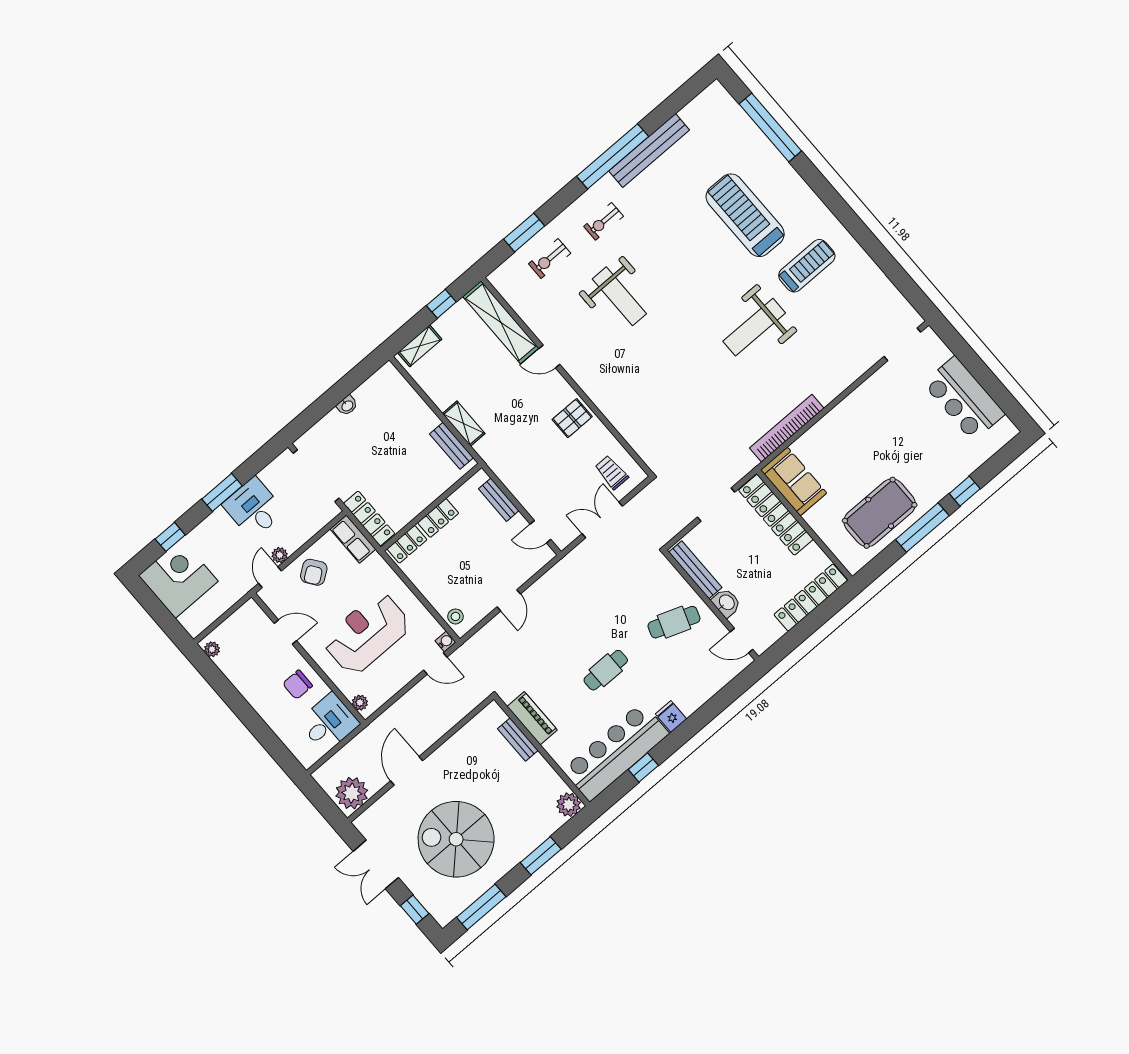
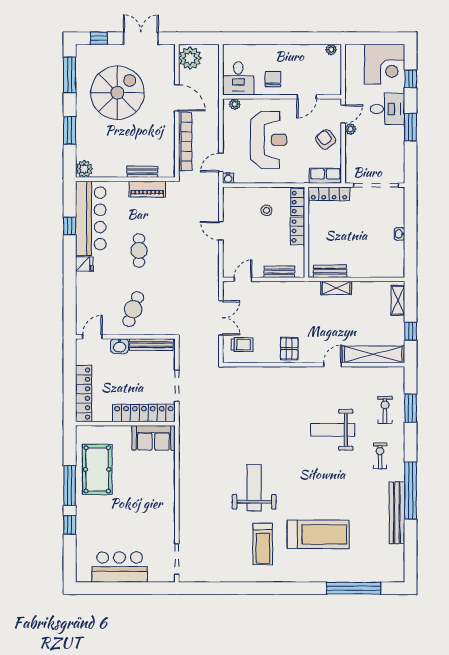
bookcase: (787, 428) -> (185, 142), moved
desk: (254, 508) -> (387, 109), moved
door: (270, 577) -> (343, 114), hinge flipped
stool: (455, 616) -> (266, 210), moved

